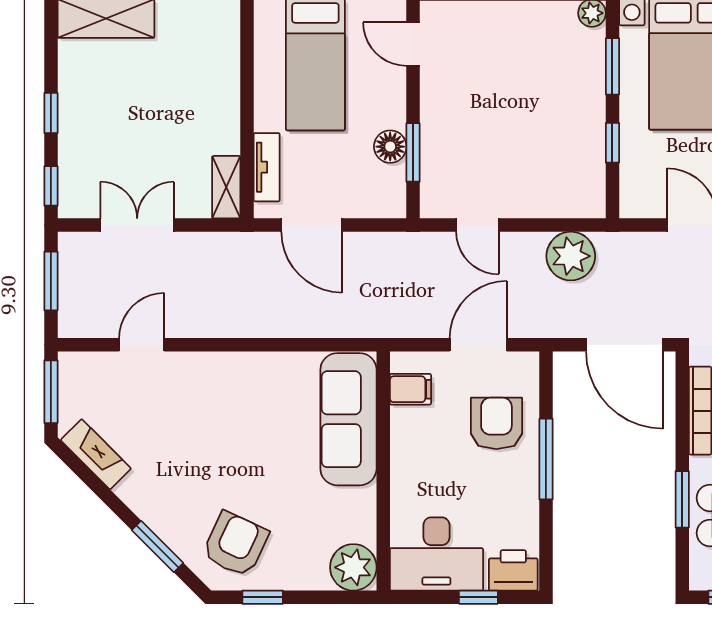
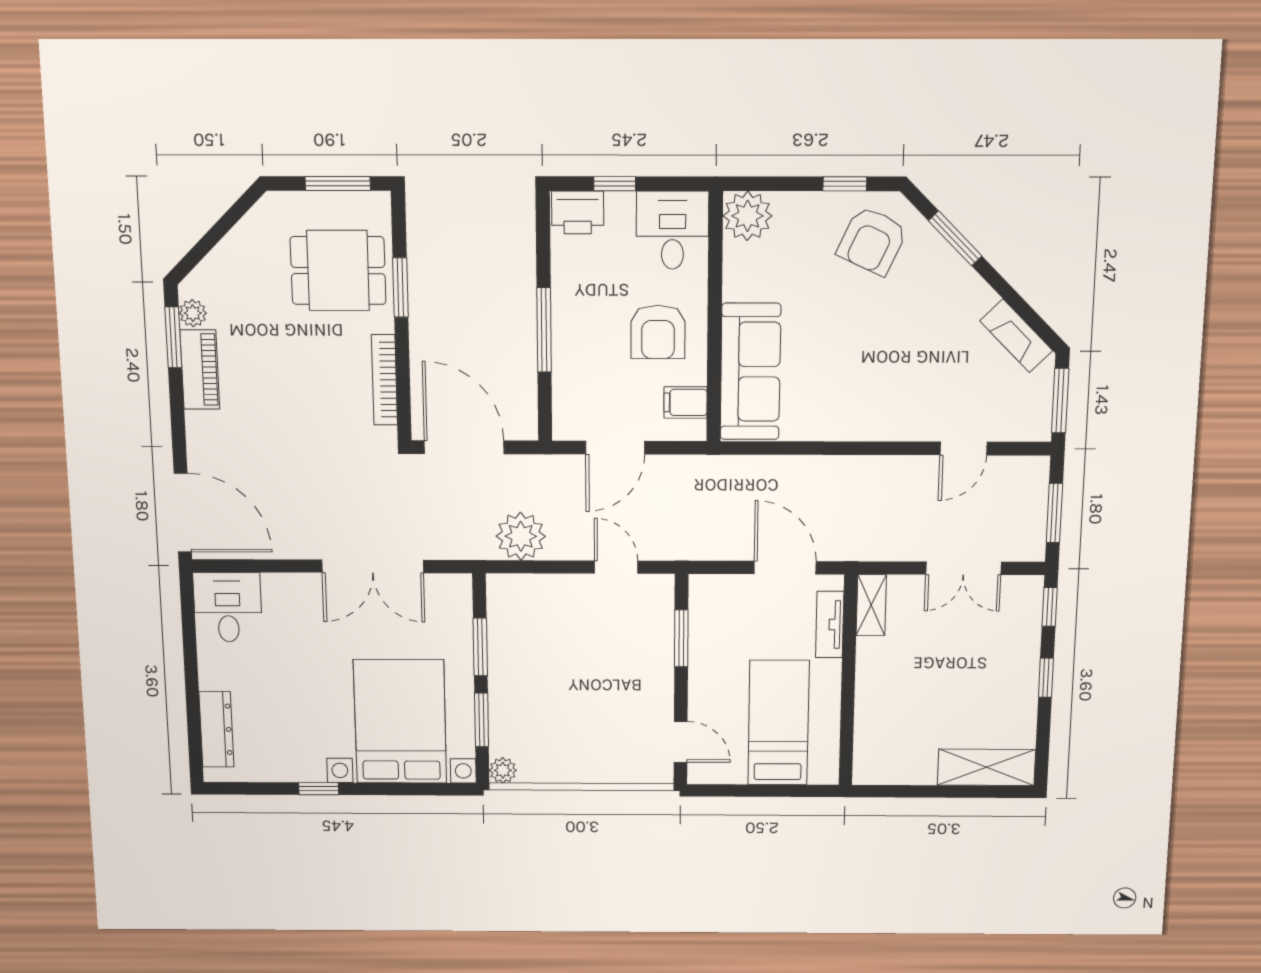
window: (612, 143) -> (480, 647), width x1.50
floor lamp: (390, 147) -> (704, 644), removed
armchair: (496, 423) -> (658, 332), moved
desk: (436, 554) -> (673, 230), width x0.73

